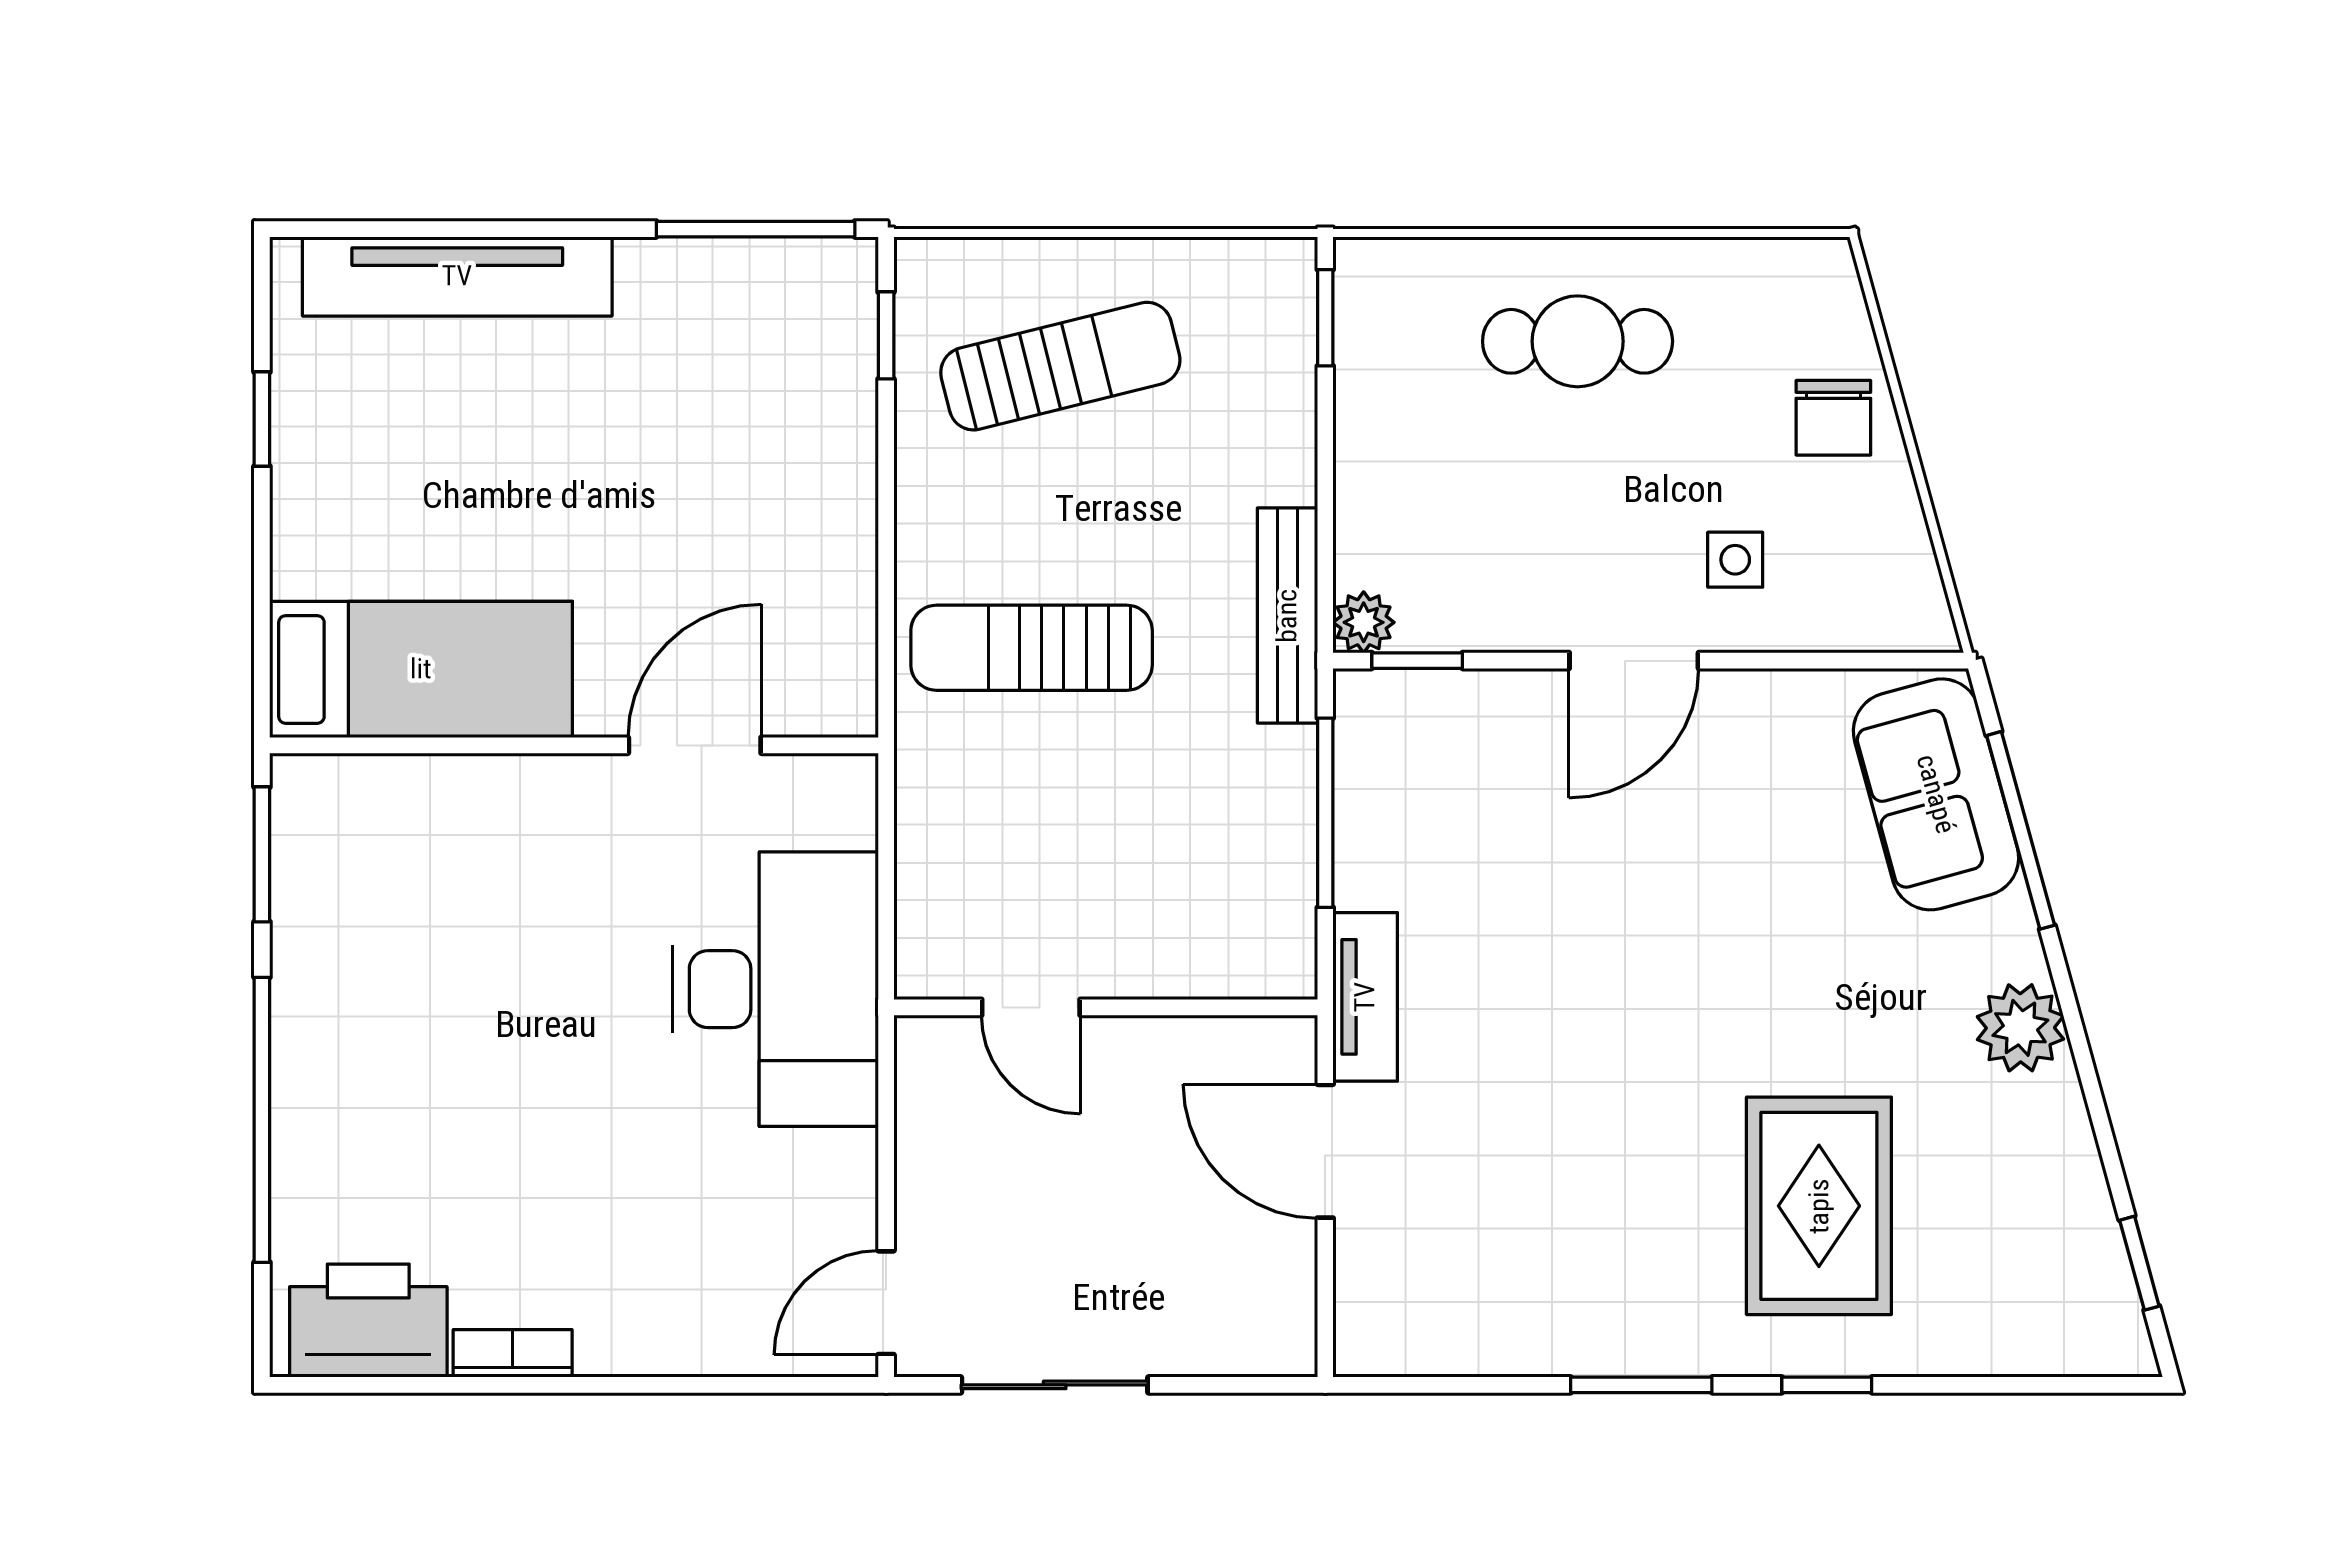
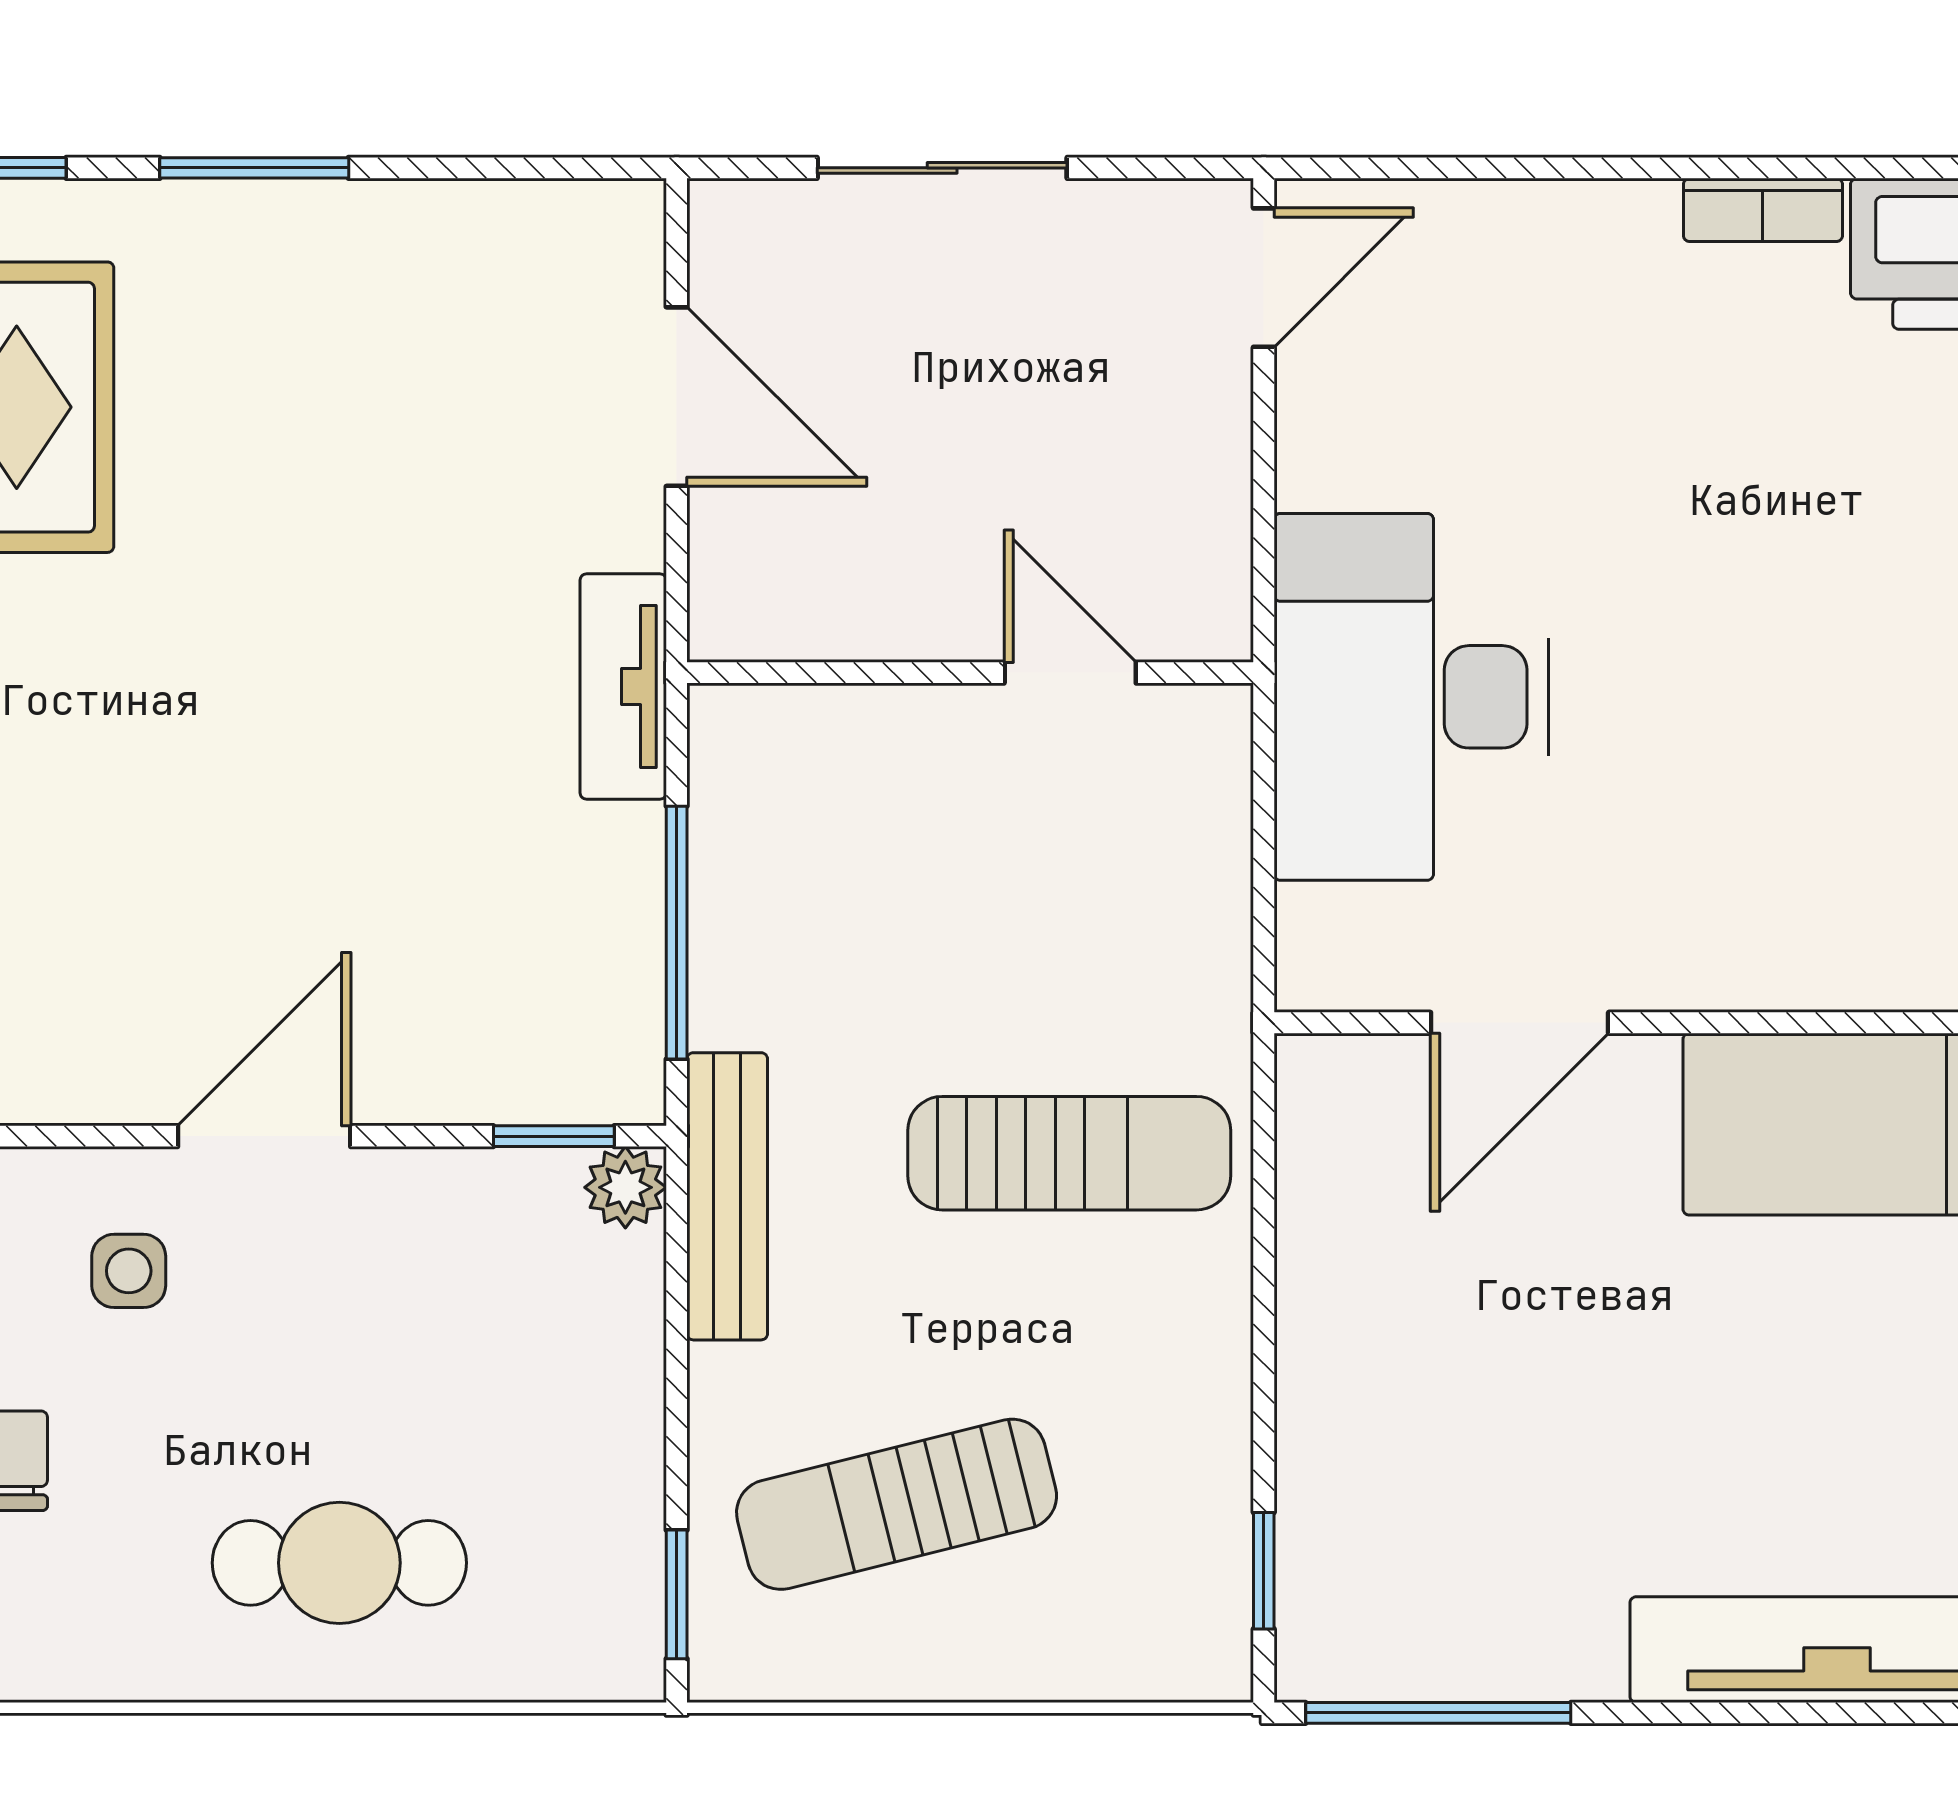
sun lounger: (1060, 366) -> (897, 1504), moved
door: (1325, 1151) -> (677, 397), moved
sliding door: (1055, 1385) -> (942, 168), moved

